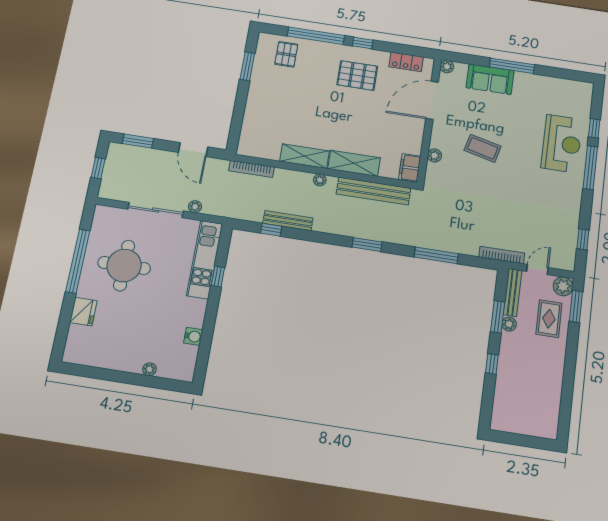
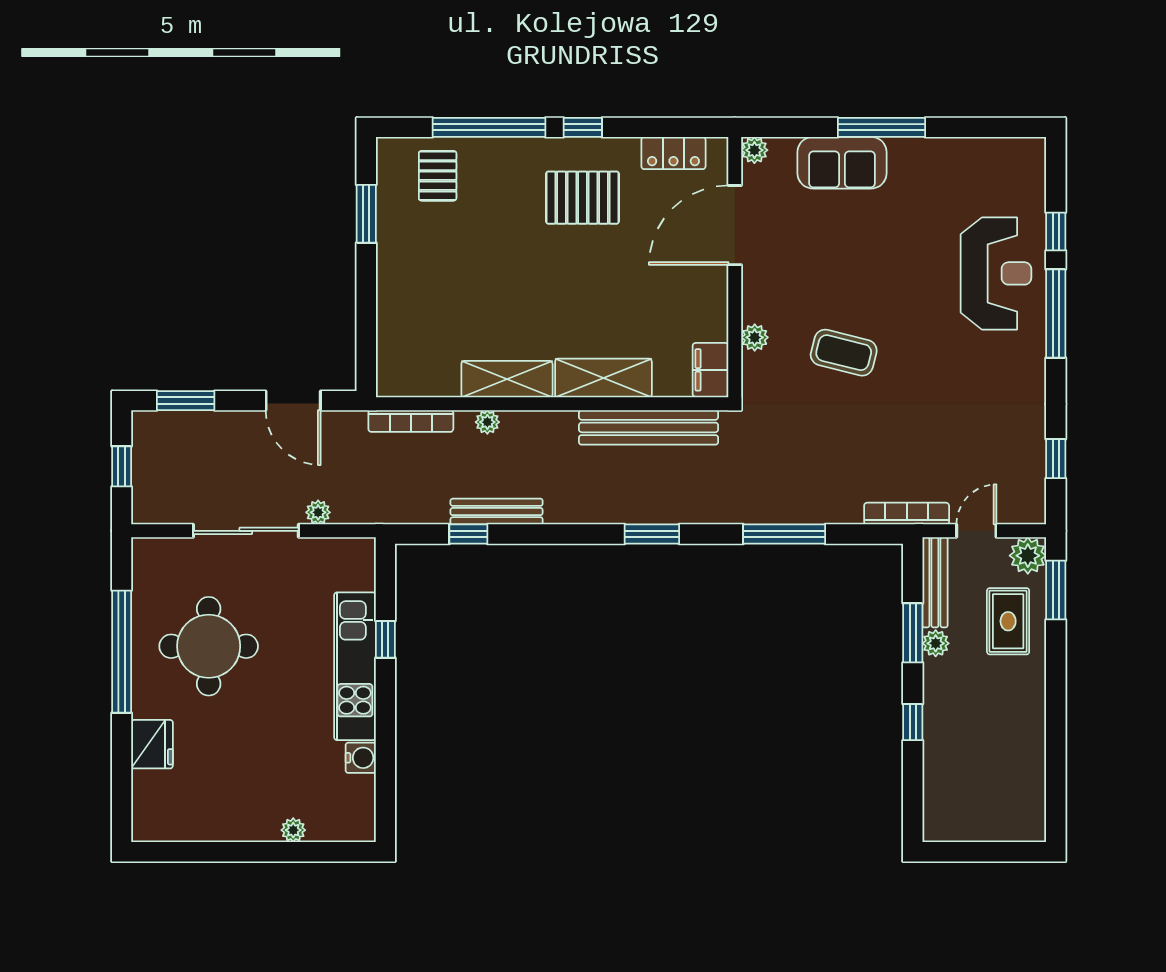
coffee table: (483, 148) -> (844, 353), moved
plant: (320, 180) -> (487, 422), moved
kitchen unit: (205, 260) -> (355, 666), moved

